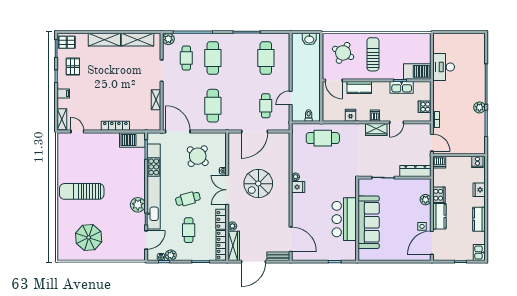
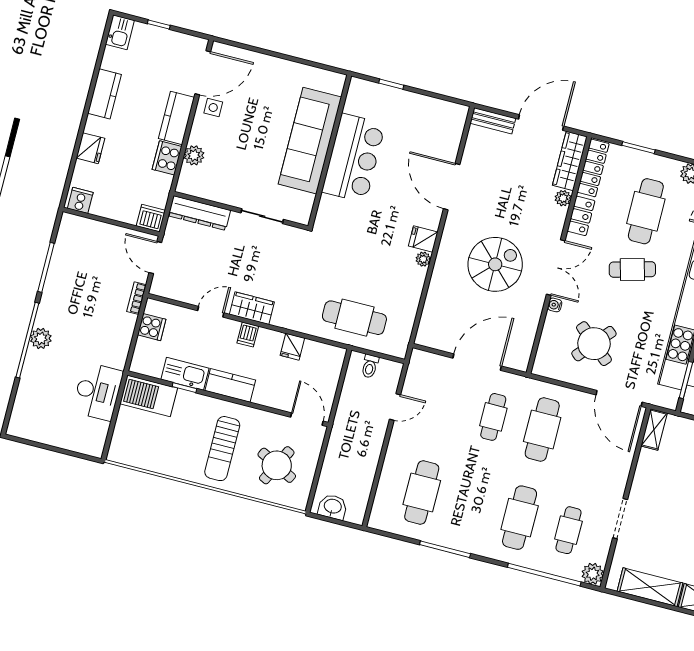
kitchen counter: (359, 87) -> (230, 385), moved
shelving: (156, 100) -> (654, 429), moved
cafe table: (266, 106) -> (493, 417), moved
plant: (479, 107) -> (41, 338), moved
cafe table: (189, 230) -> (646, 211), width x1.37, depth x1.35
door: (291, 239) -> (452, 187), moved

